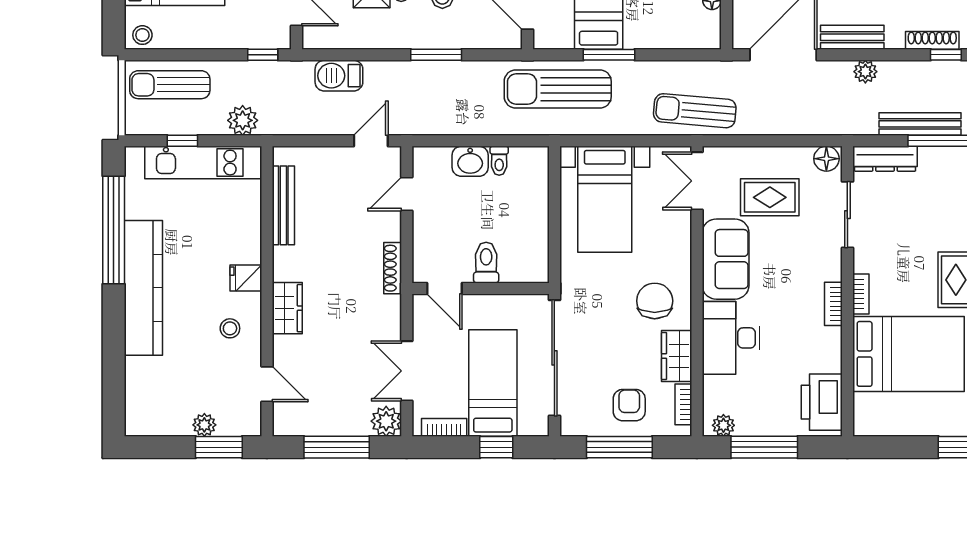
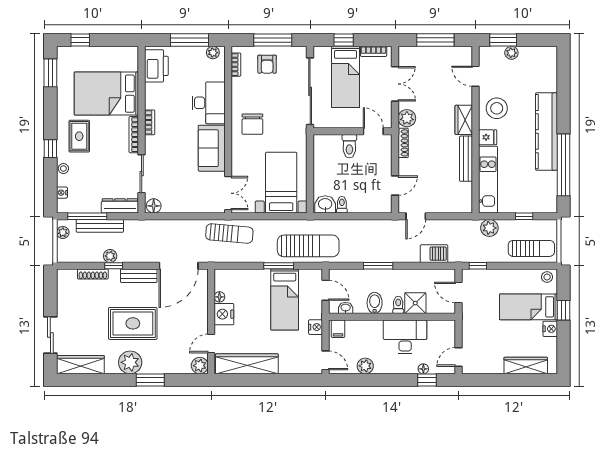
window: (946, 55) -> (114, 266), moved
plant: (865, 72) -> (110, 256), moved
washbasin: (470, 161) -> (325, 204), moved
kitchen unit: (203, 163) -> (488, 180), moved, turned 90
rug: (770, 197) -> (186, 184), removed
bench: (283, 205) -> (466, 159), moved
bookcase: (861, 294) -> (134, 135), width x1.56
stool: (230, 328) -> (497, 108), width x1.89, depth x1.89
wardrobe: (677, 356) -> (240, 92), removed
plant: (386, 421) -> (407, 118), moved

